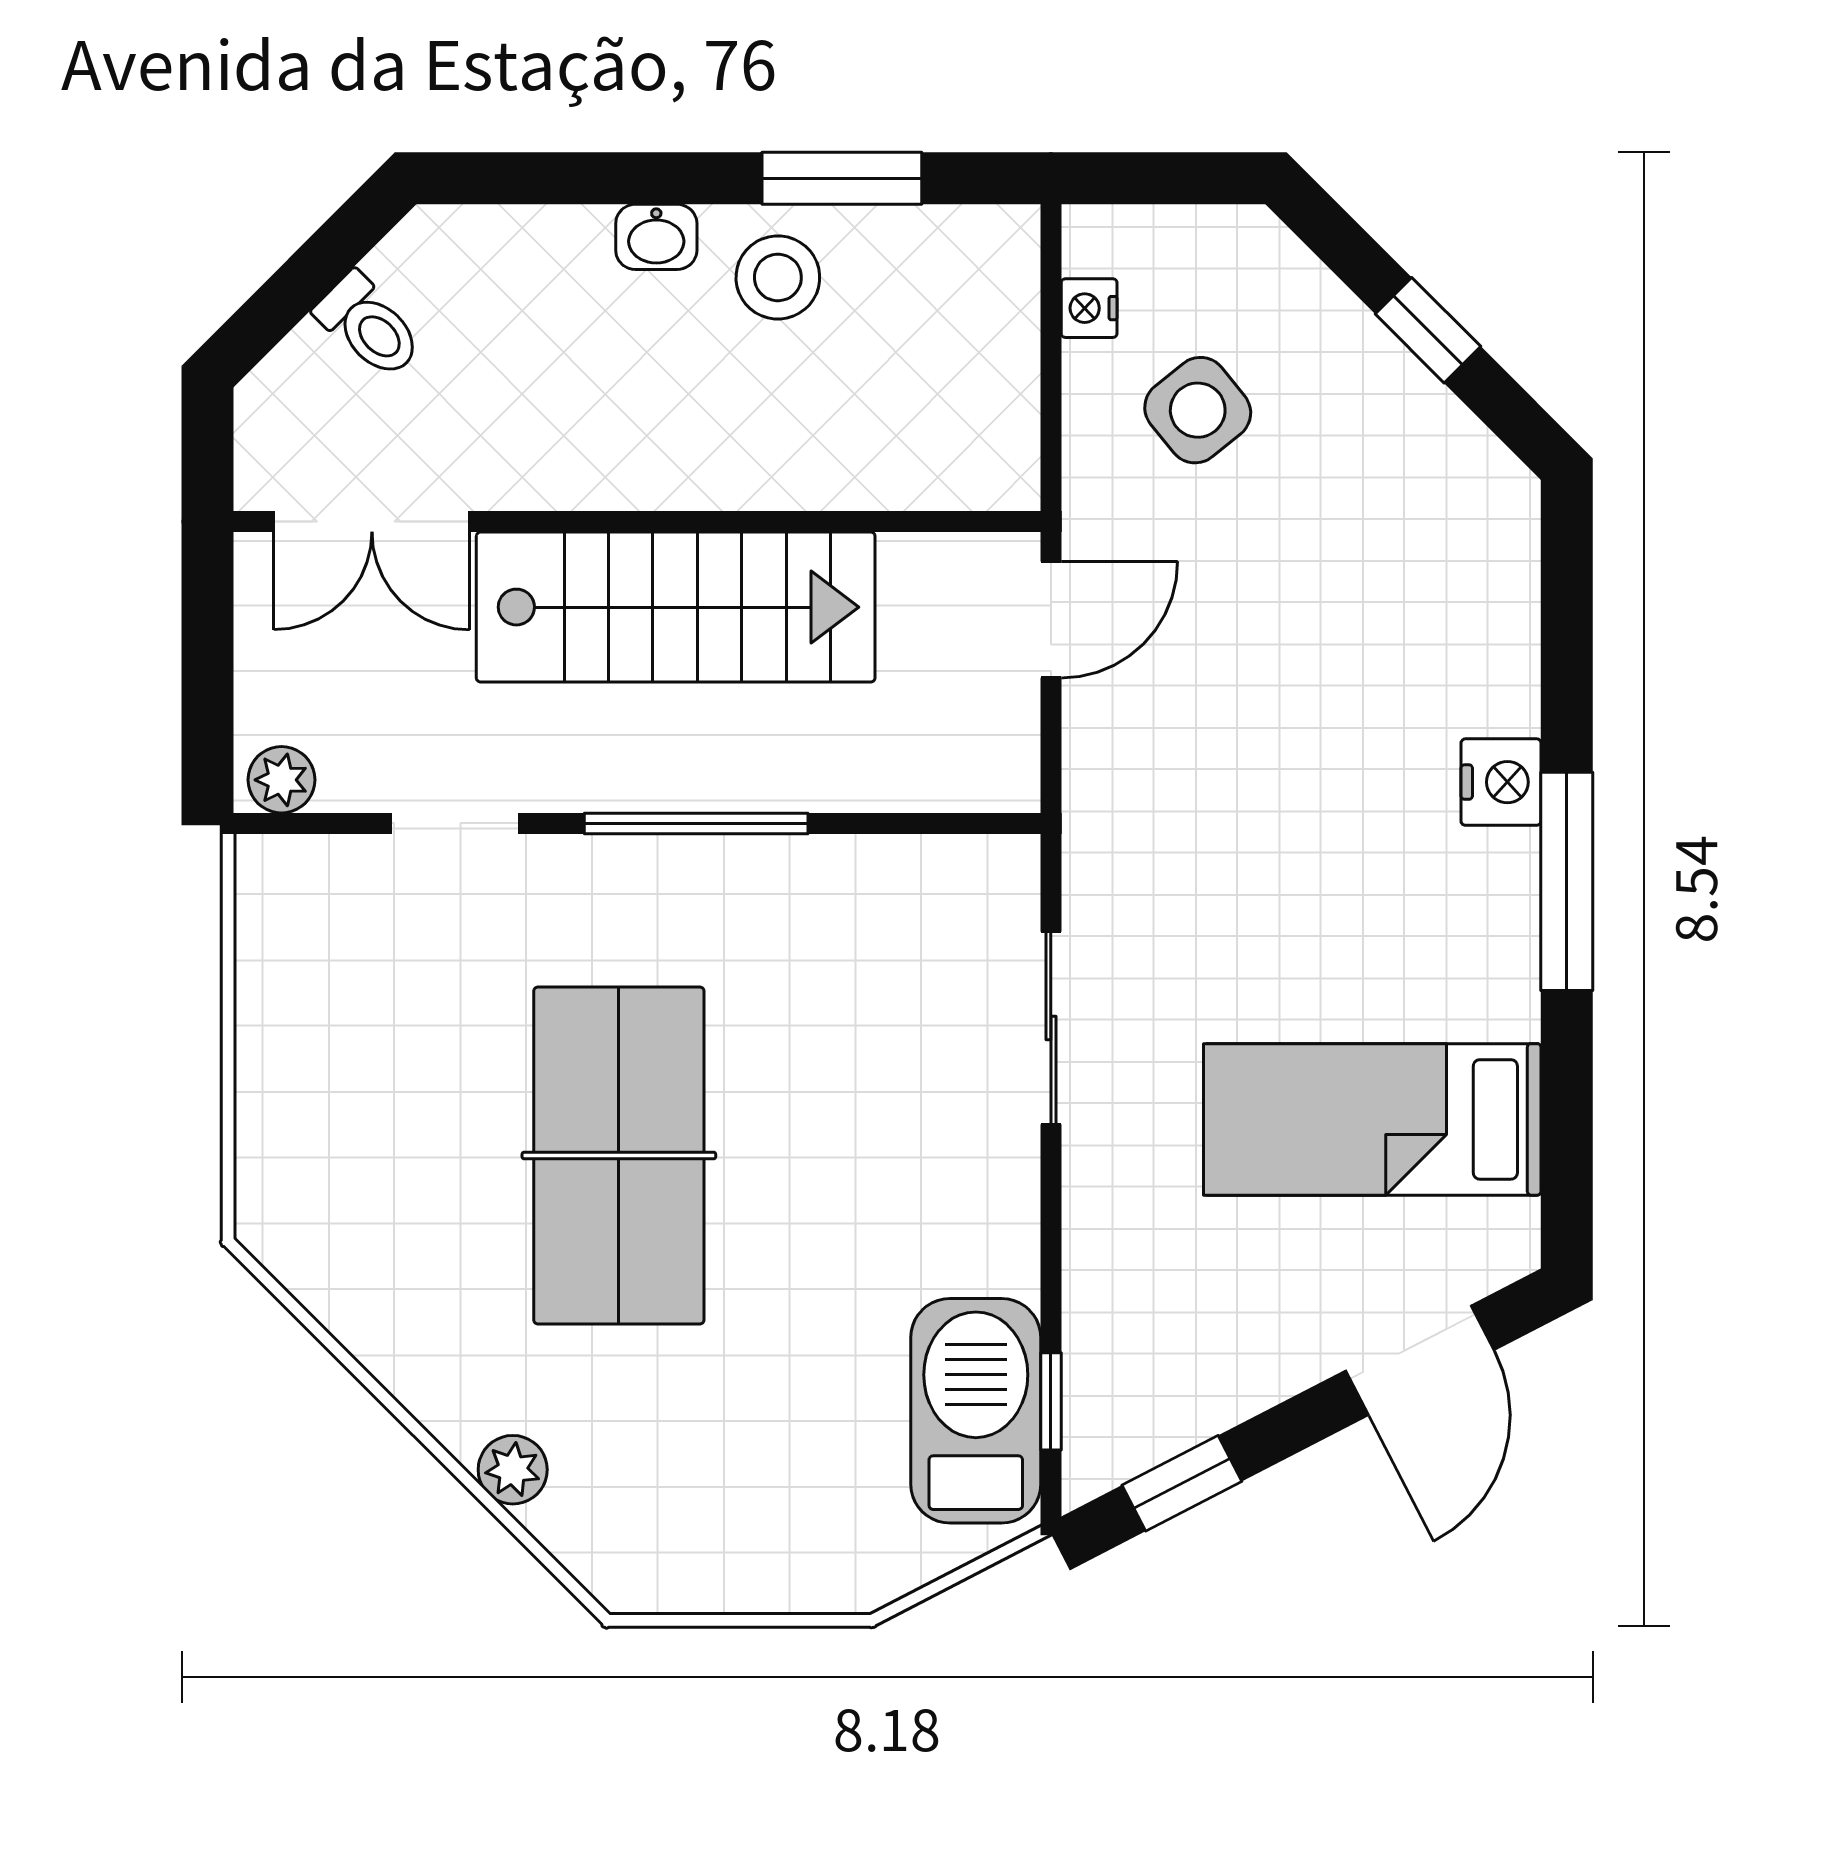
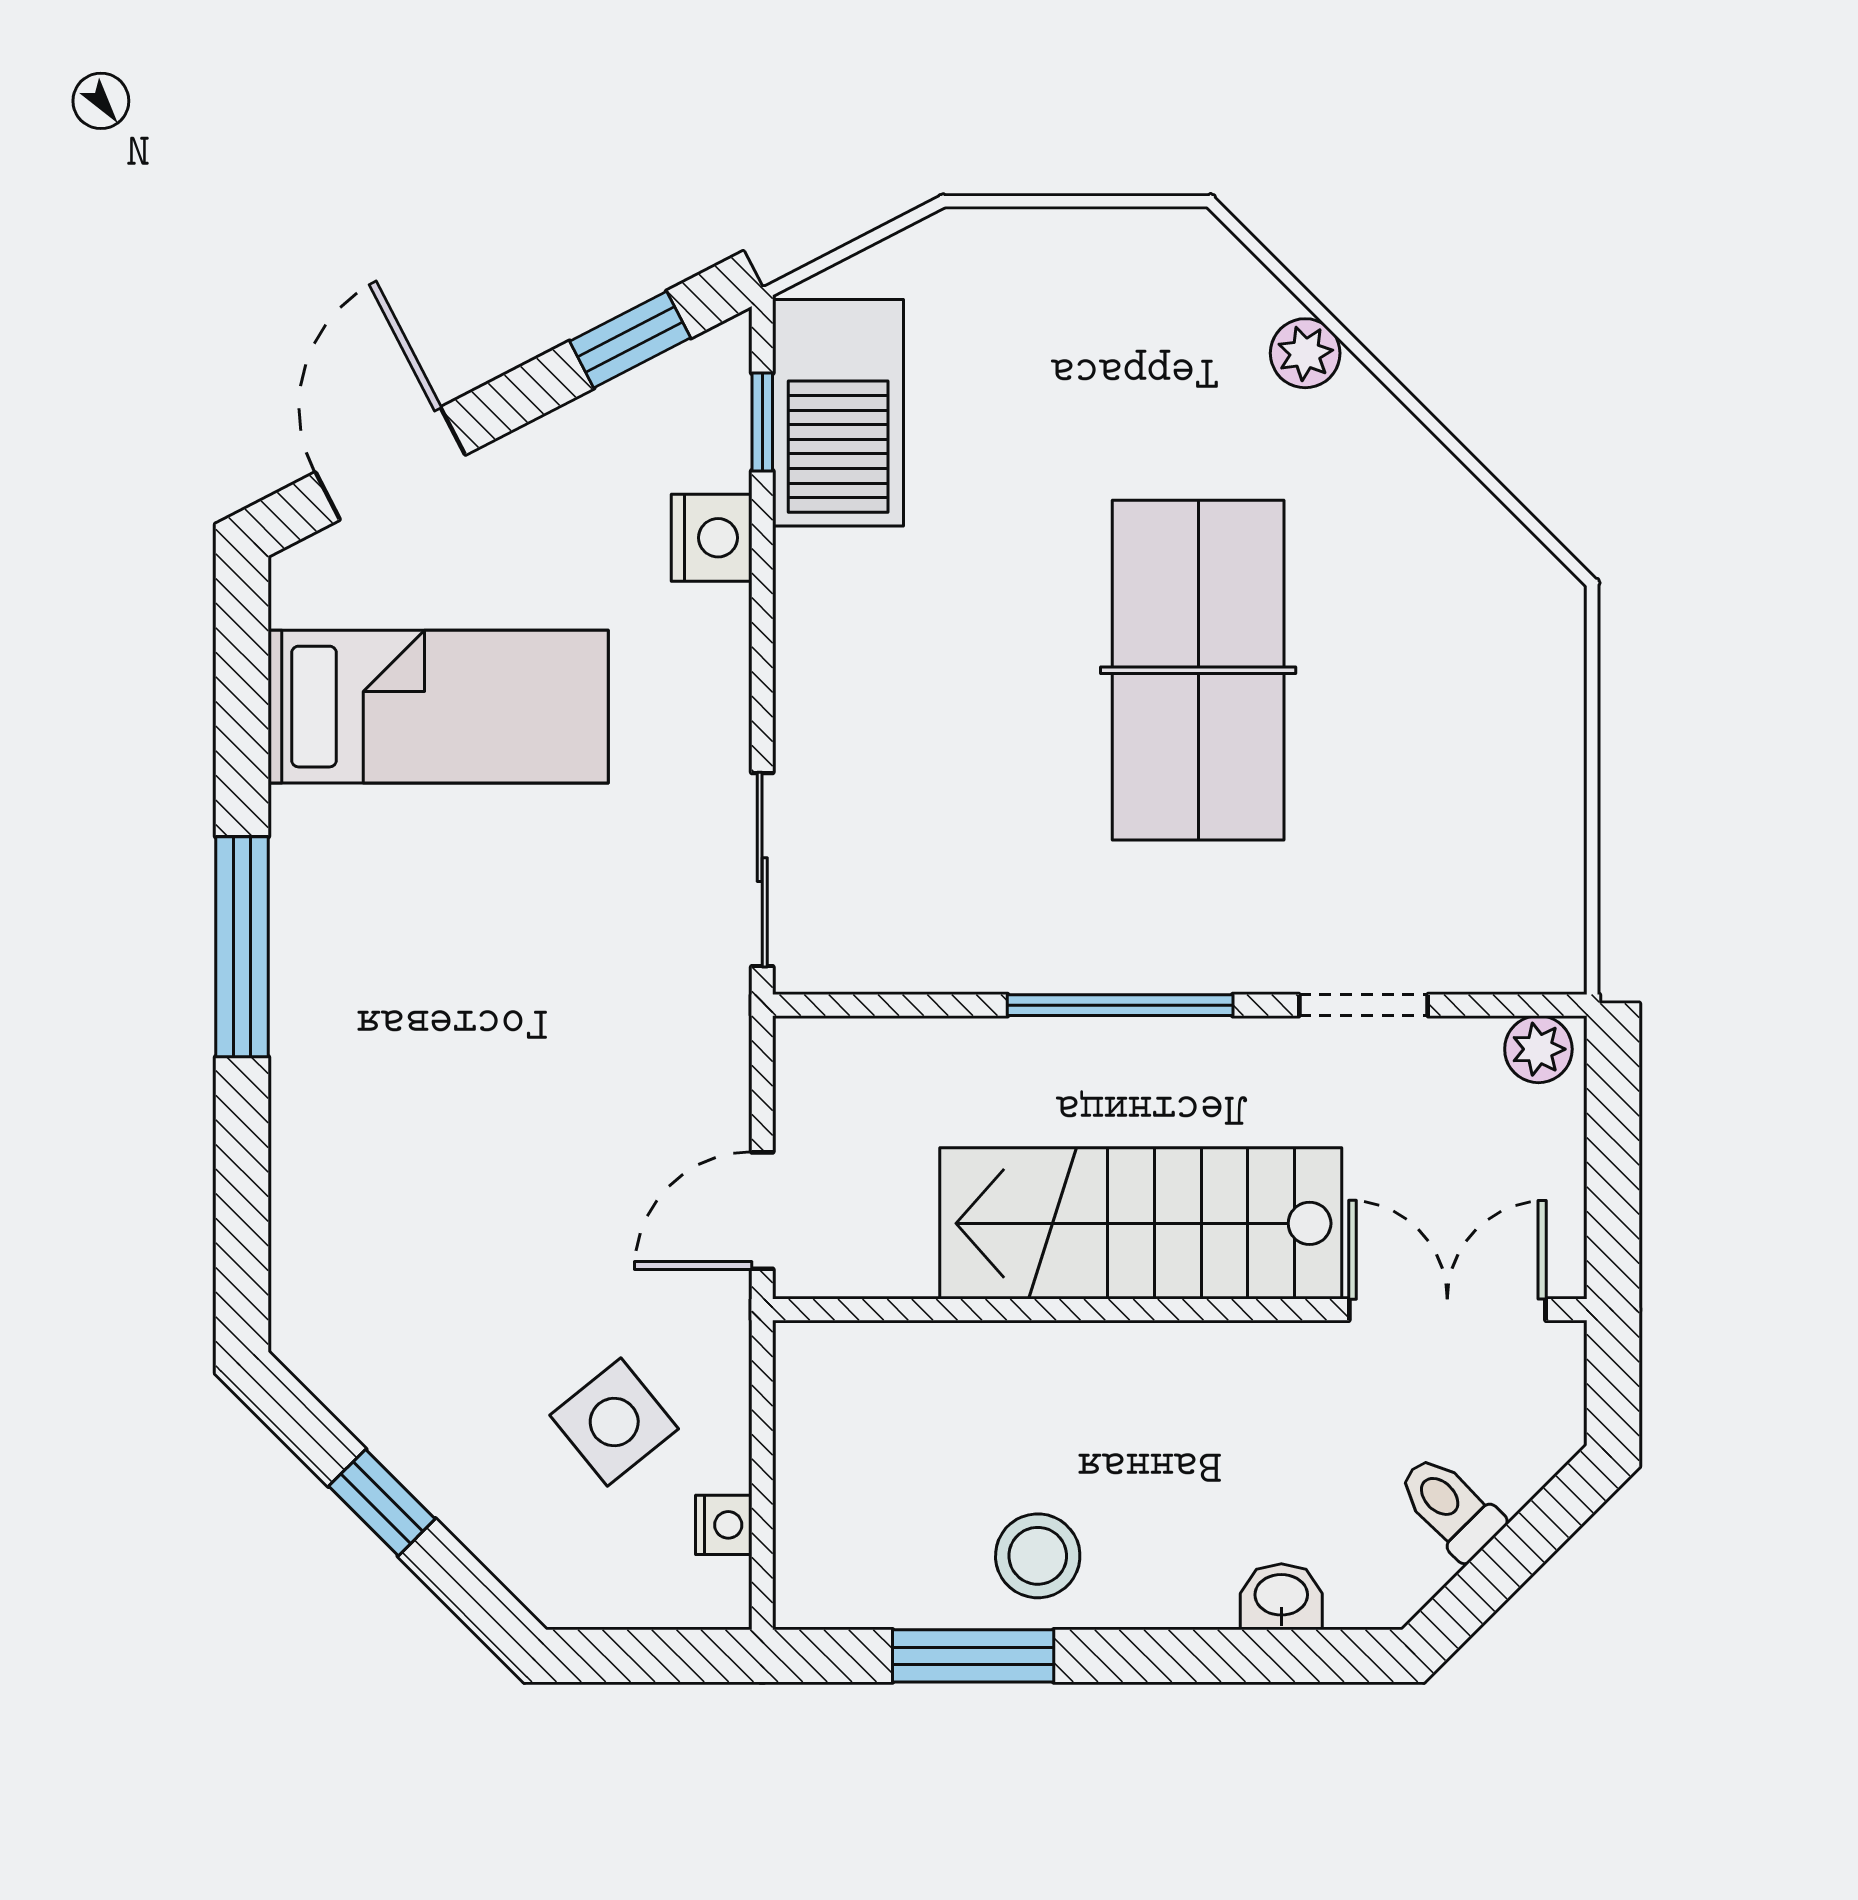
washbasin: (656, 237) -> (1281, 1597), moved
nightstand: (1501, 782) -> (712, 538), moved, turned 180
sliding door: (1051, 1028) -> (762, 870), moved

